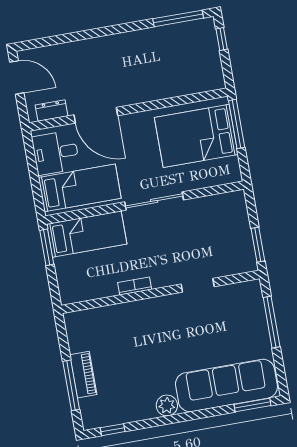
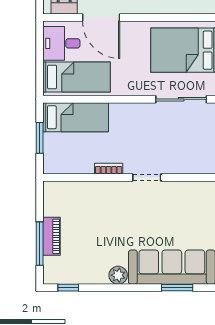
sliding door: (154, 201) -> (181, 99), moved
window: (47, 247) -> (40, 138), moved
doorway: (198, 285) -> (147, 178), moved
window: (253, 405) -> (177, 288), moved

